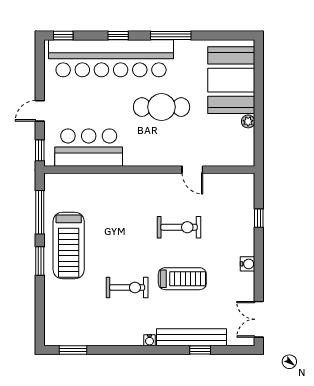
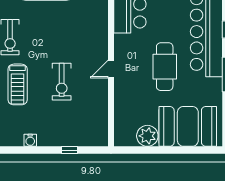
plant: (248, 121) -> (147, 136), width x1.87, depth x1.87
door: (192, 170) -> (111, 69), moved

